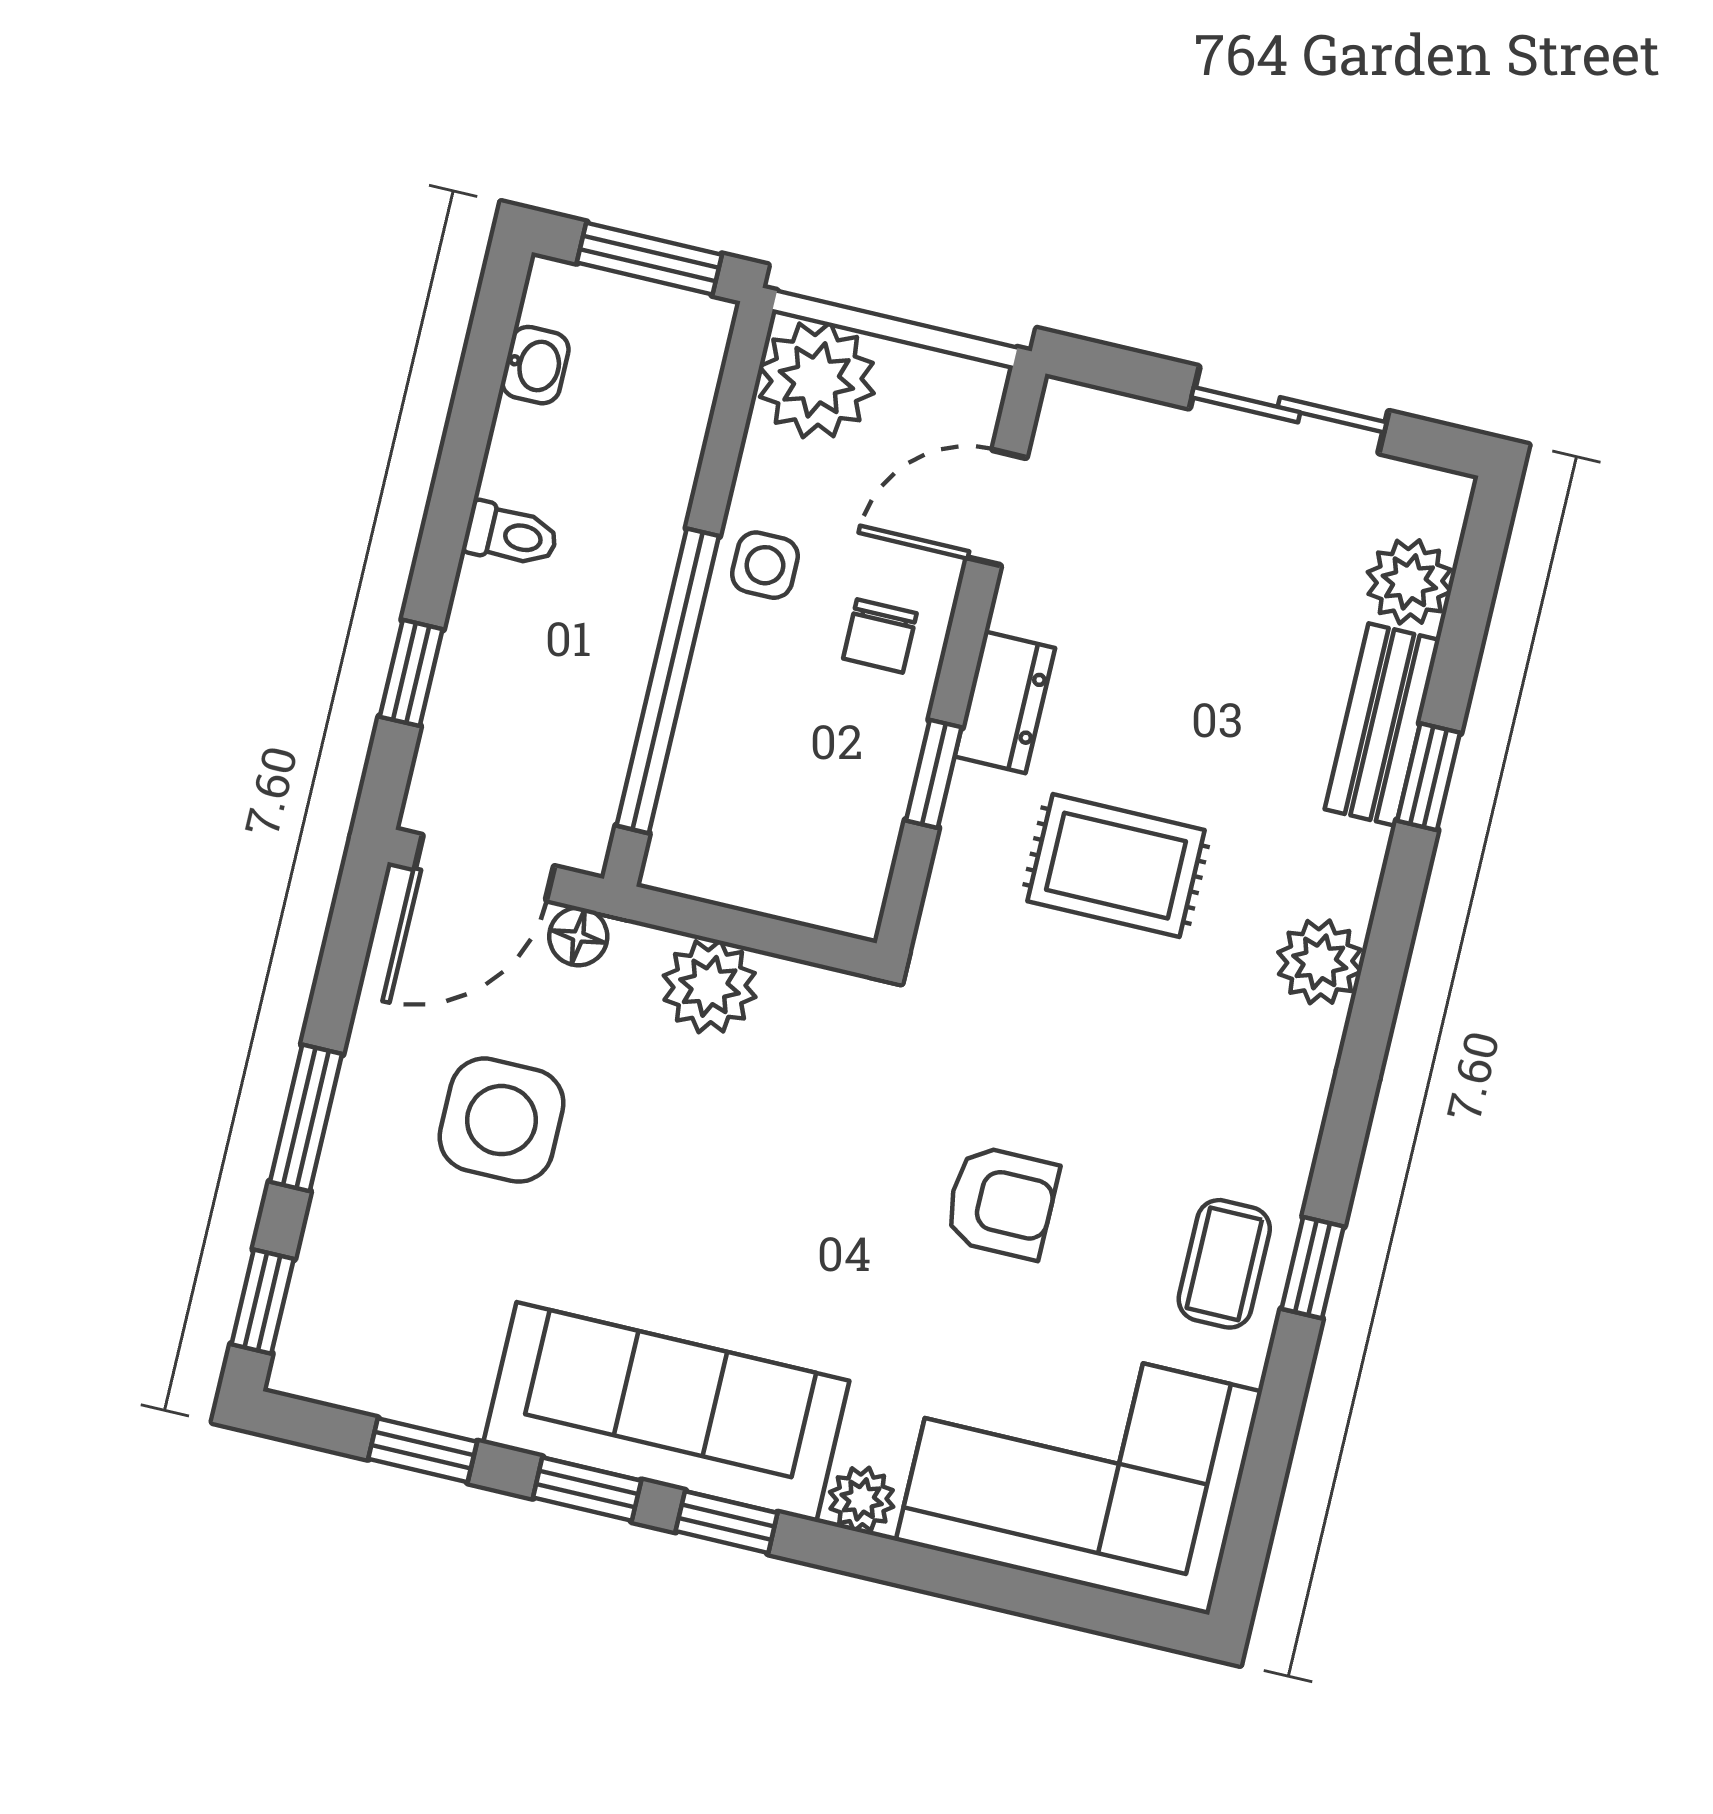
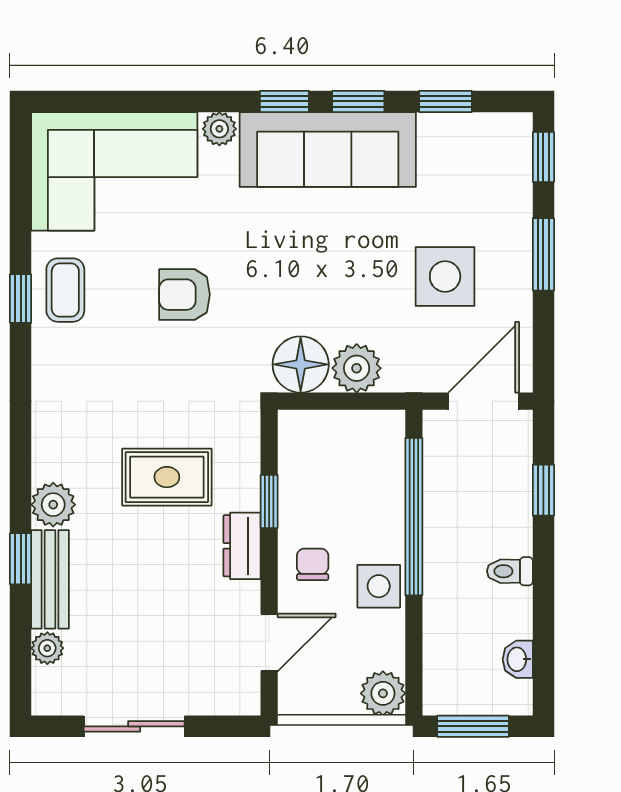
plant: (816, 380) -> (383, 693), width x0.73, depth x0.73
side table: (765, 565) -> (379, 586), width x1.37, depth x1.37
plant: (1409, 582) -> (47, 648), width x0.73, depth x0.73
floor lamp: (578, 936) -> (301, 364), moved, width x1.89, depth x1.89
plant: (1320, 962) -> (53, 505), moved

